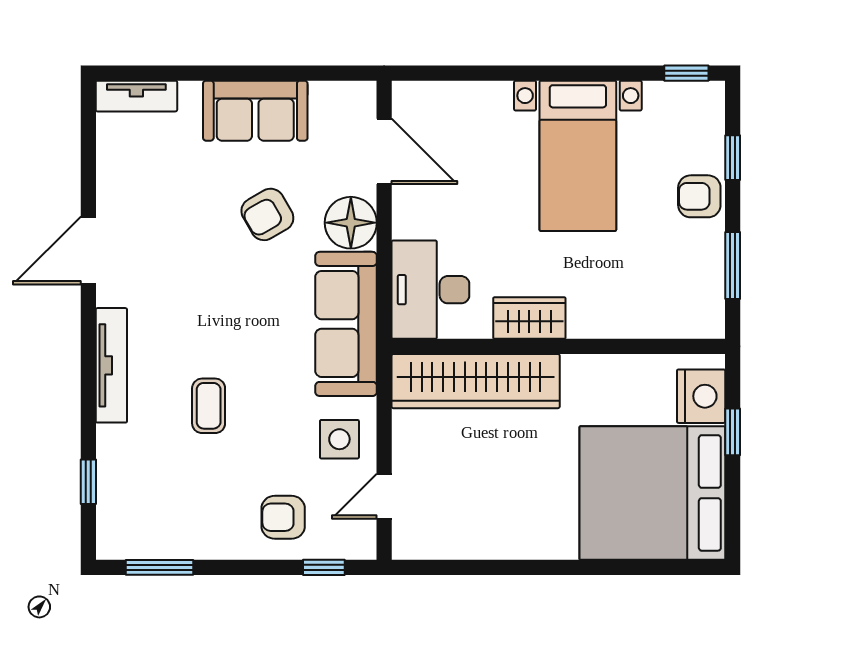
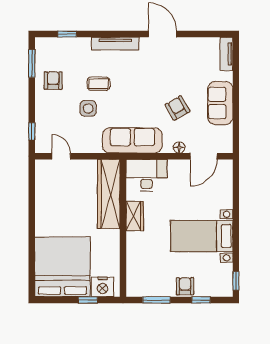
floor lamp: (351, 223) -> (179, 147), width x0.53, depth x0.53
side table: (339, 439) -> (88, 108), moved
armchair: (283, 517) -> (53, 81), moved

